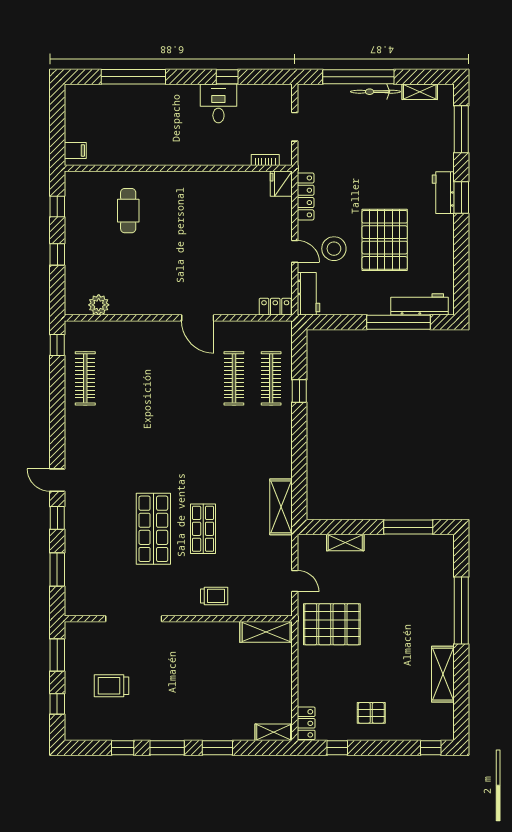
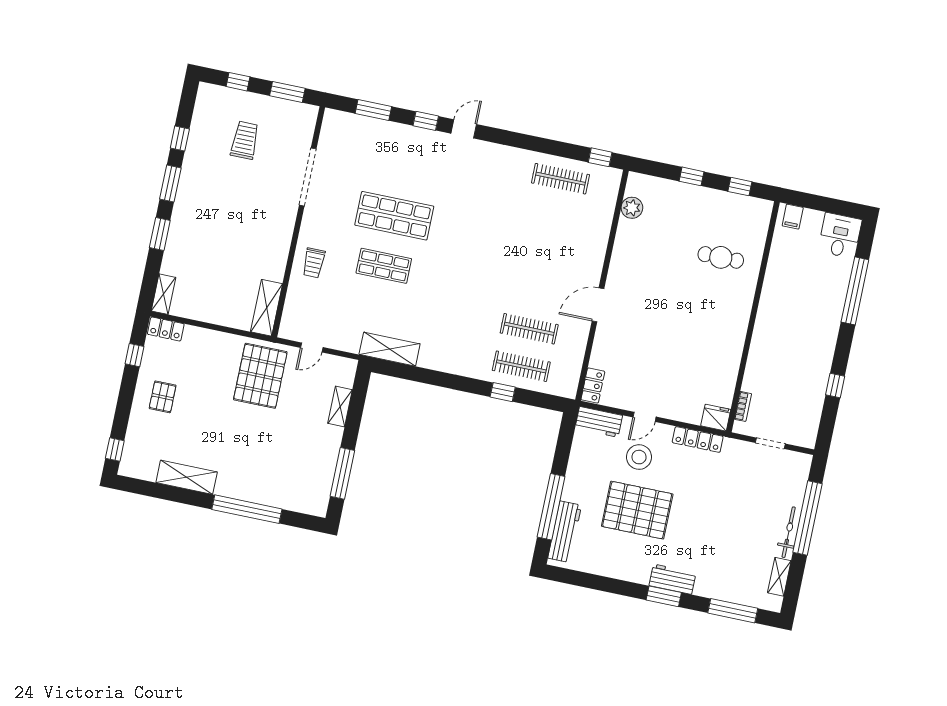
desk: (218, 103) -> (840, 236), moved, turned -90

